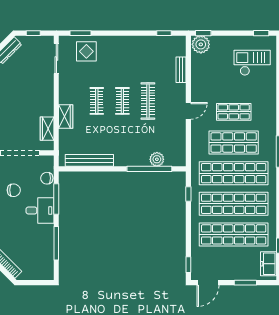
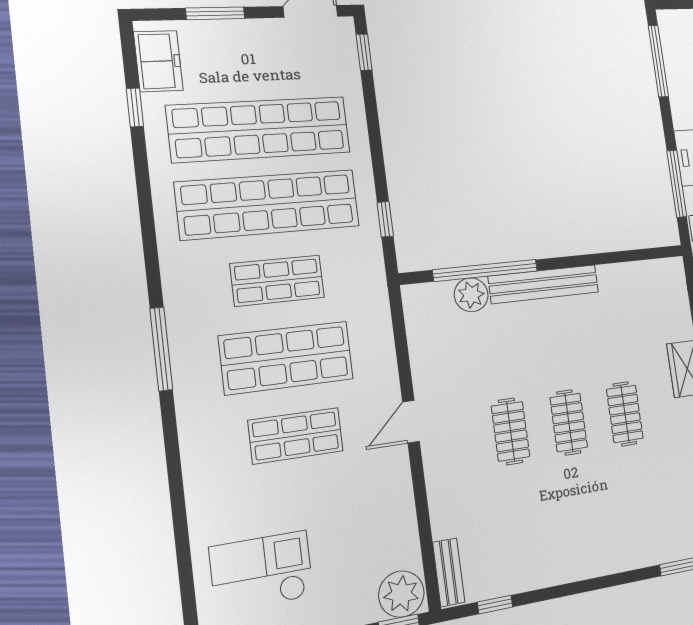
display table: (86, 51) -> (664, 525), removed
checkout: (252, 63) -> (262, 572), turned 180
bench: (181, 70) -> (449, 572), moved
clothes rail: (148, 101) -> (511, 431), width x0.73
bench: (89, 160) -> (544, 284), moved
shop shelf: (234, 173) -> (277, 281), width x0.50, depth x0.74
window: (56, 243) -> (658, 61), moved

